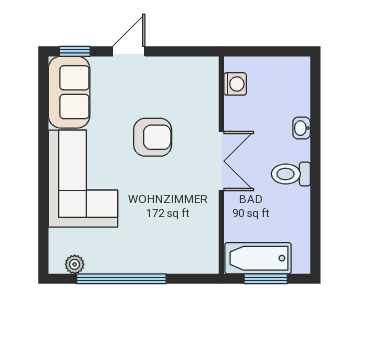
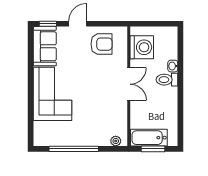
washing machine: (235, 84) -> (142, 47), width x1.89, depth x1.89
armchair: (153, 137) -> (101, 44), moved
toilet: (291, 174) -> (167, 80), moved
plant: (75, 264) -> (116, 141), moved

